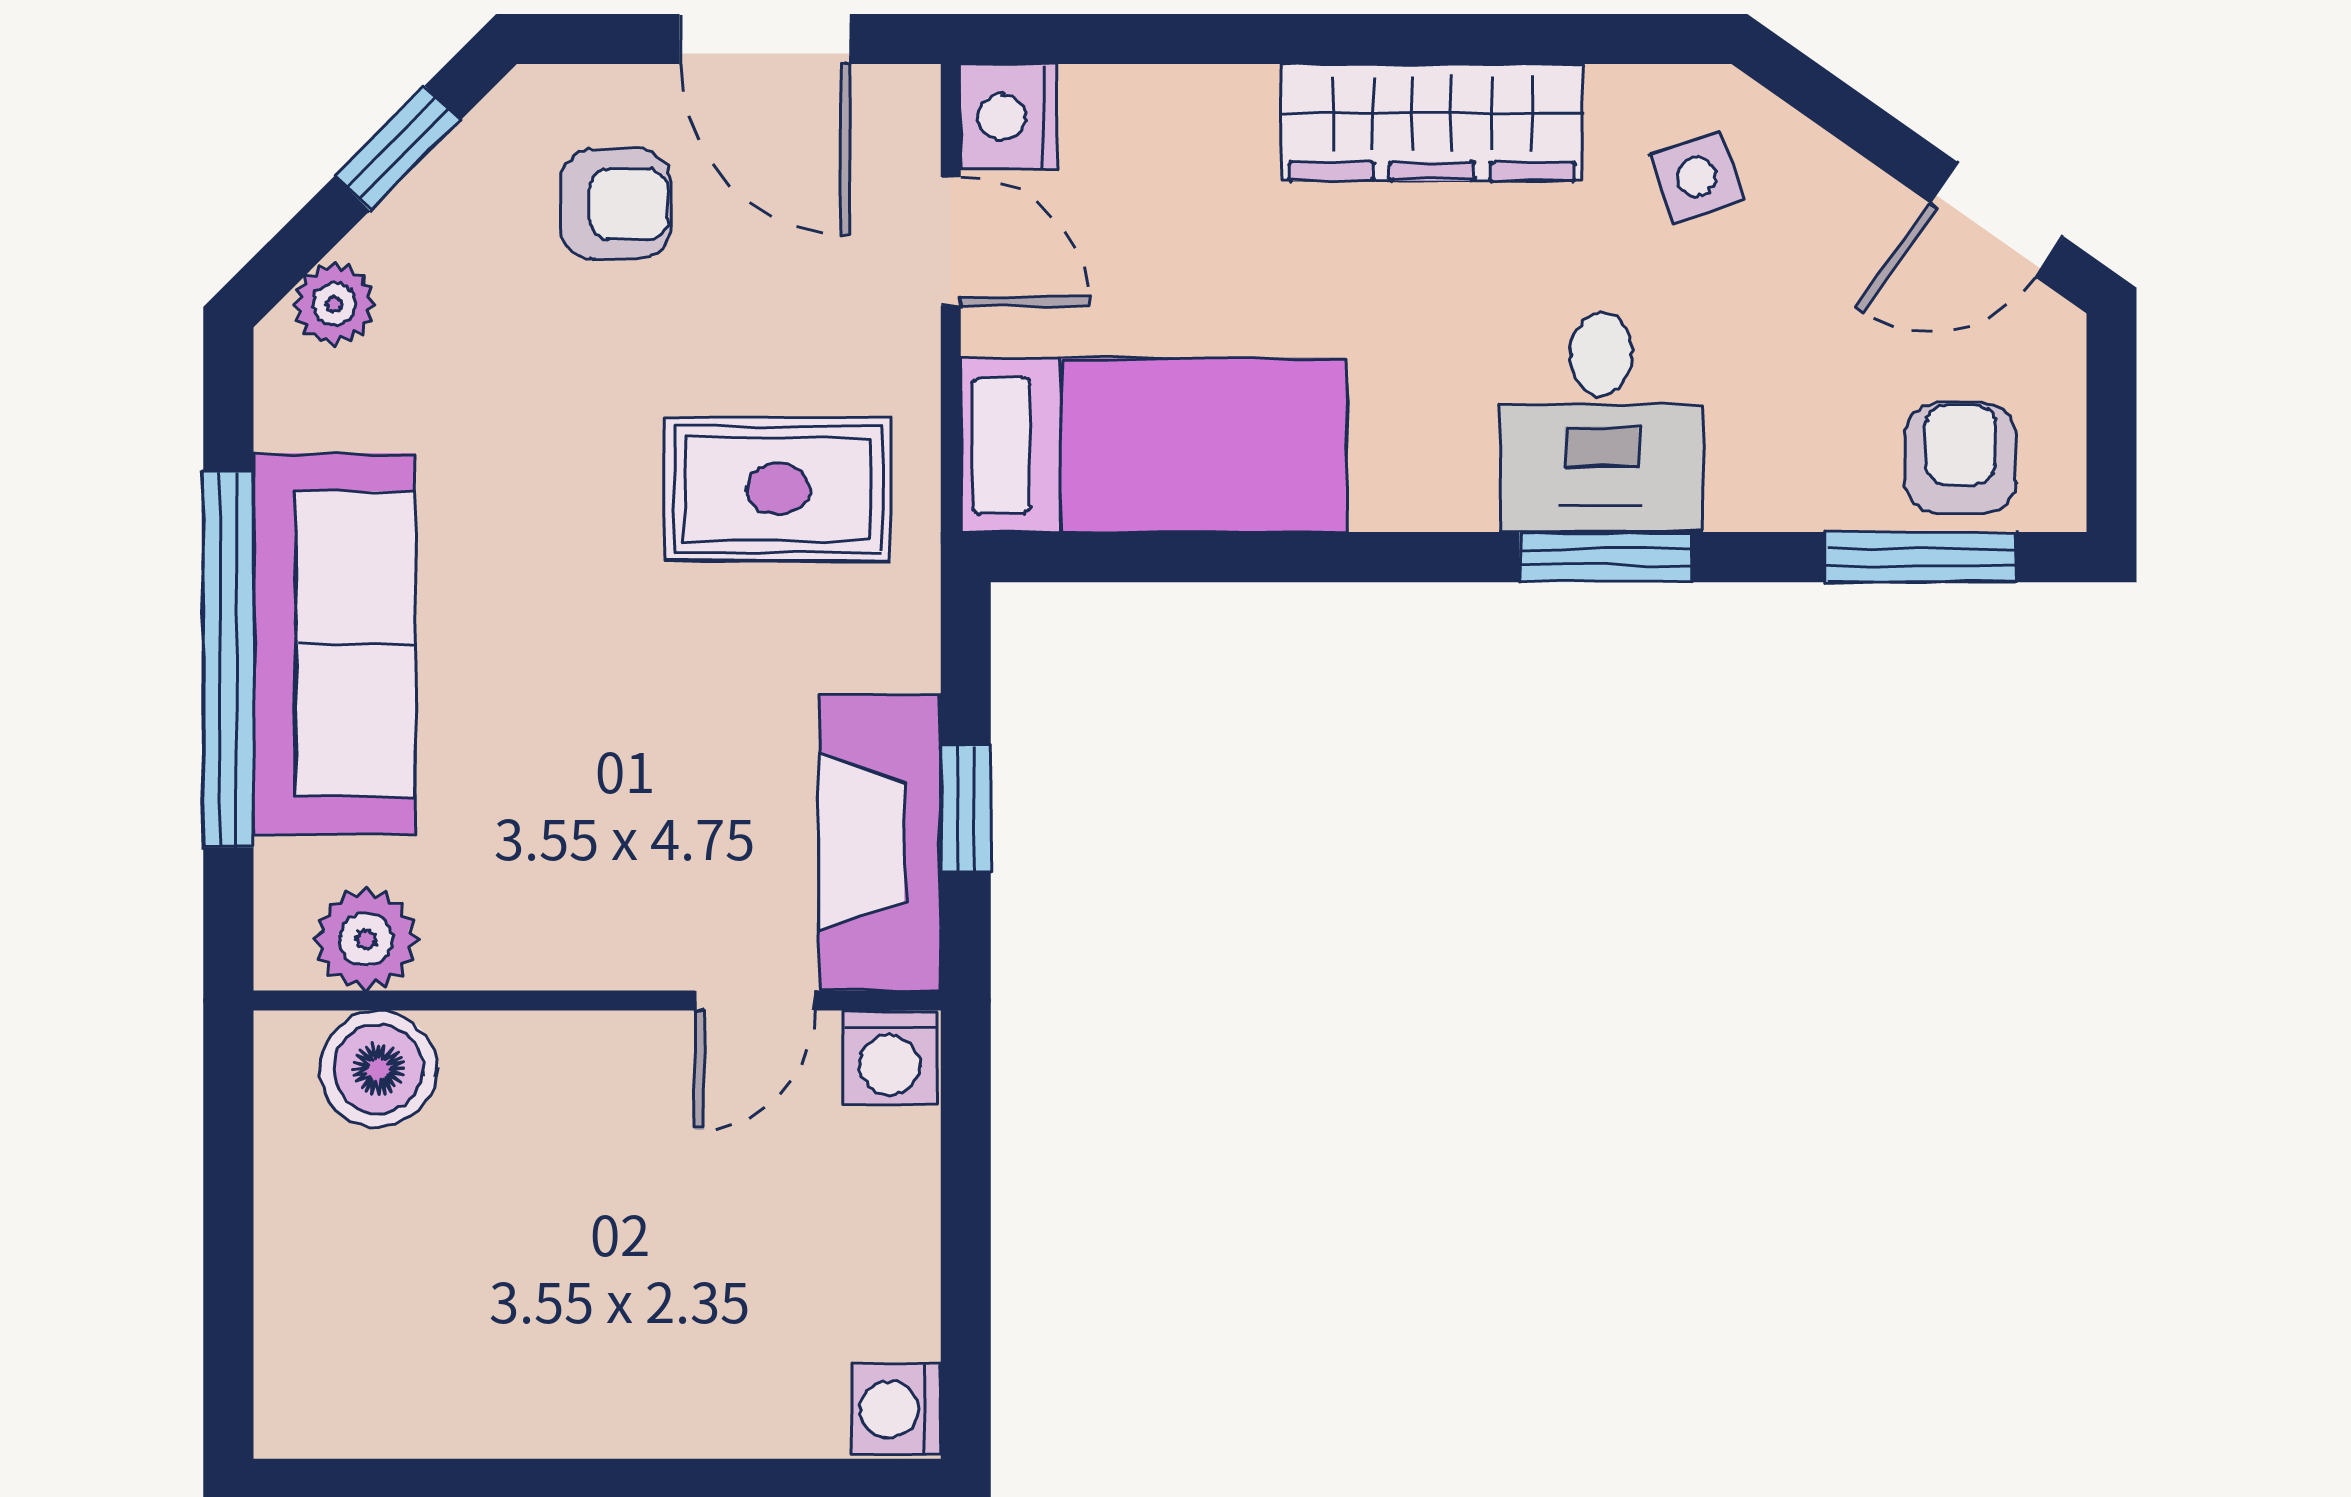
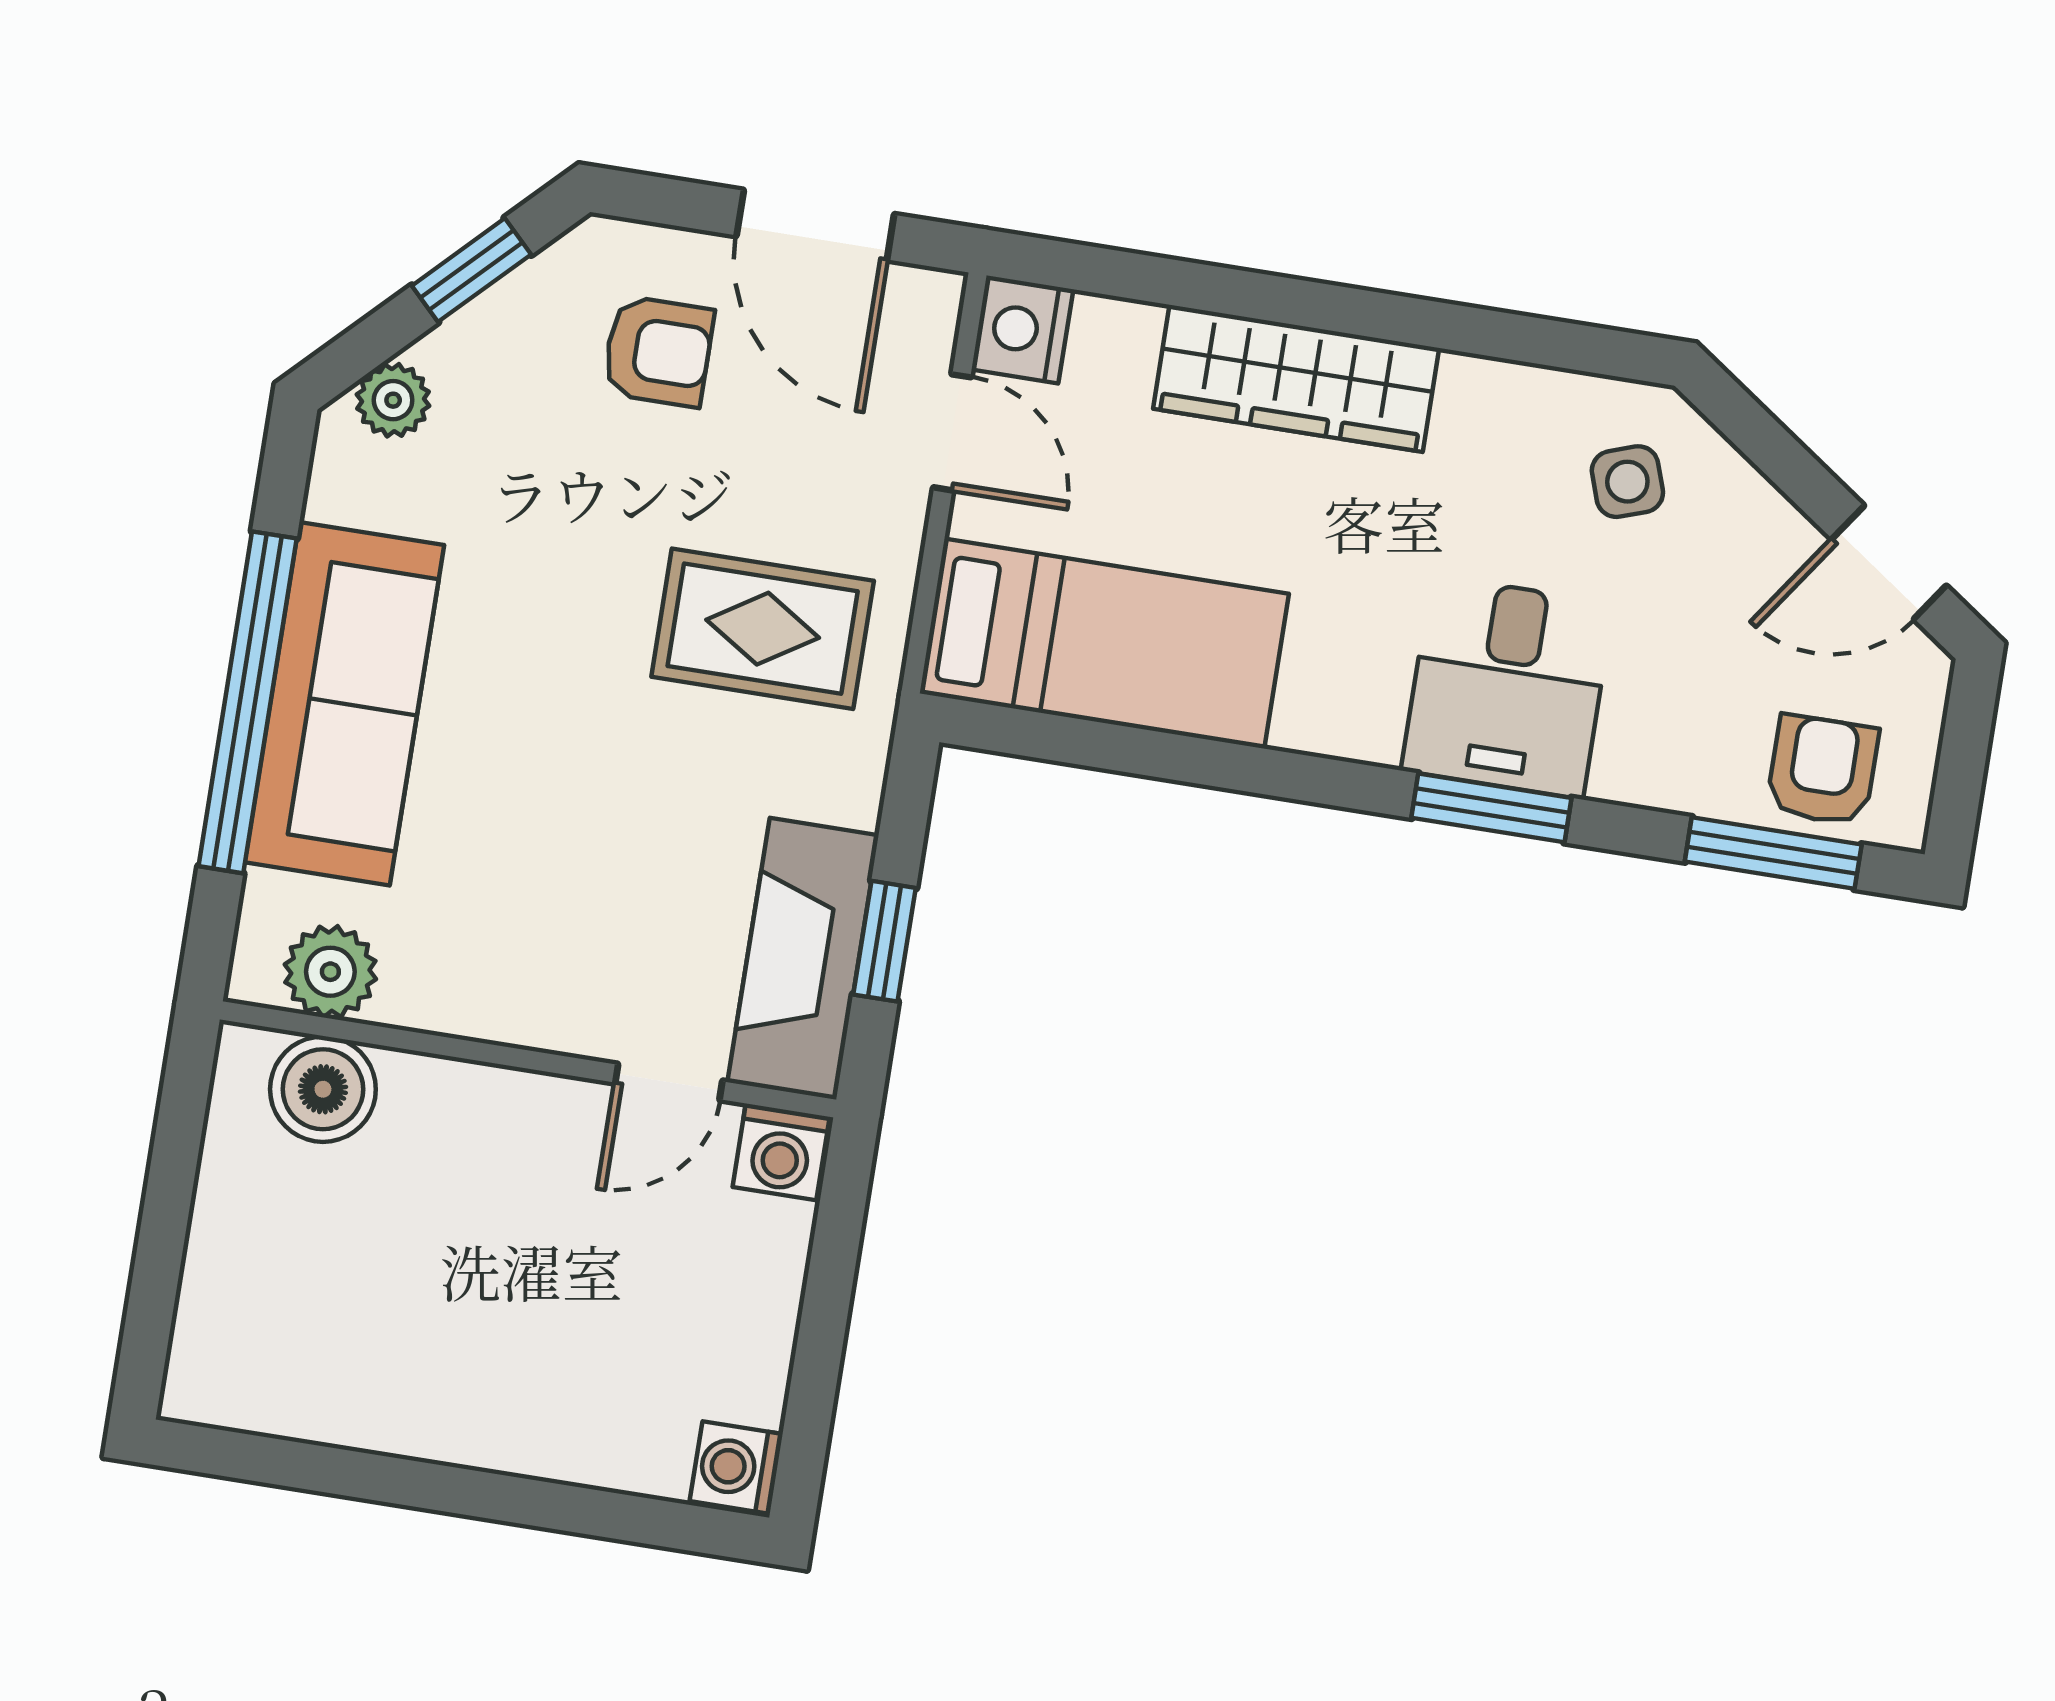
wardrobe: (1432, 122) -> (1296, 378), moved

